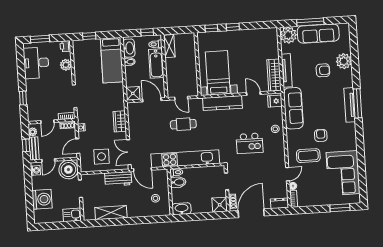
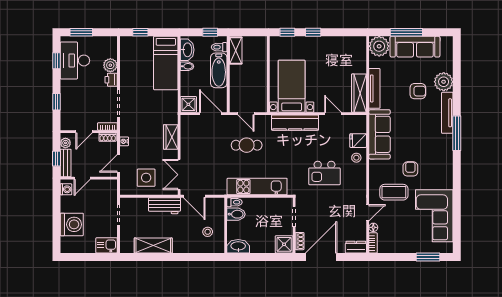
printer: (65, 46) -> (111, 80), moved
window: (21, 64) -> (56, 61), added
fridge: (275, 101) -> (358, 141), moved
tv unit: (350, 105) -> (447, 113), moved
kitchen unit: (185, 159) -> (257, 187), width x0.73
boiler: (68, 170) -> (105, 191), removed

